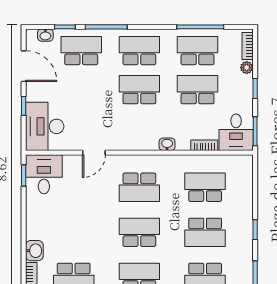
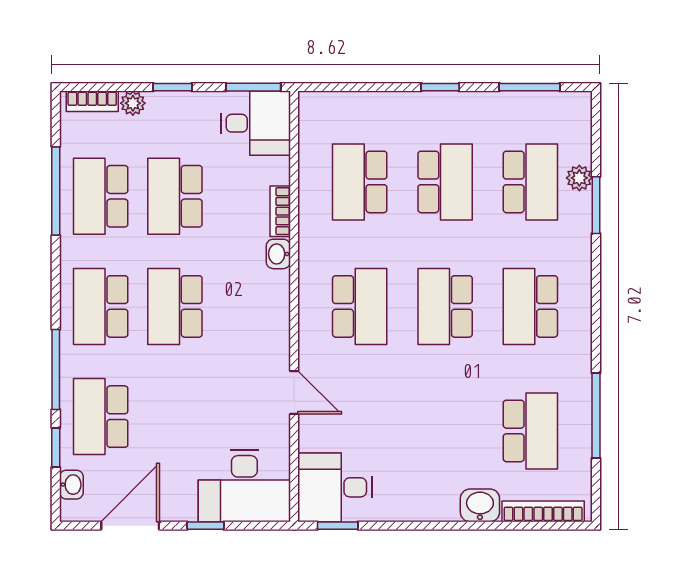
bookcase: (204, 145) -> (280, 211), moved

